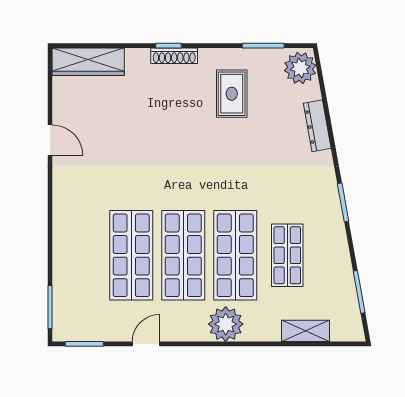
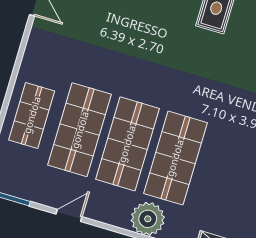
shop shelf: (287, 255) -> (32, 115), moved

